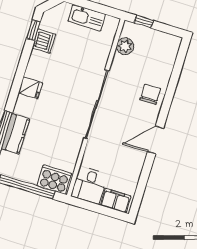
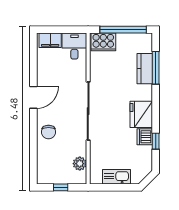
window: (144, 22) -> (61, 187), moved
window: (33, 30) -> (156, 141), moved
dishwasher: (44, 41) -> (145, 137), moved
fridge: (30, 88) -> (141, 114), width x1.88, depth x1.34

